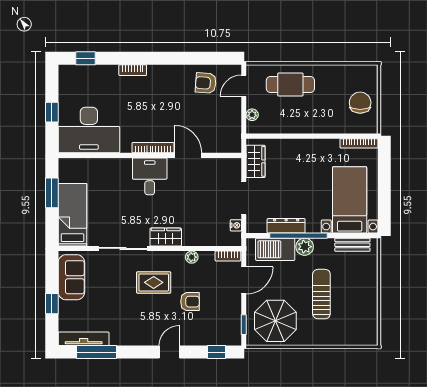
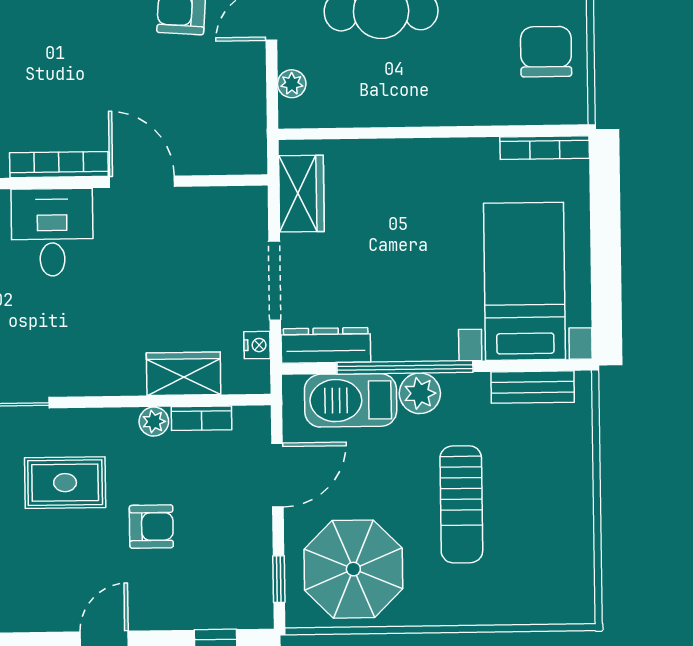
dresser: (286, 226) -> (326, 345), moved
wardrobe: (166, 237) -> (184, 374), moved
bookcase: (228, 256) -> (201, 418), moved
sun lounger: (321, 294) -> (461, 504), turned 180

